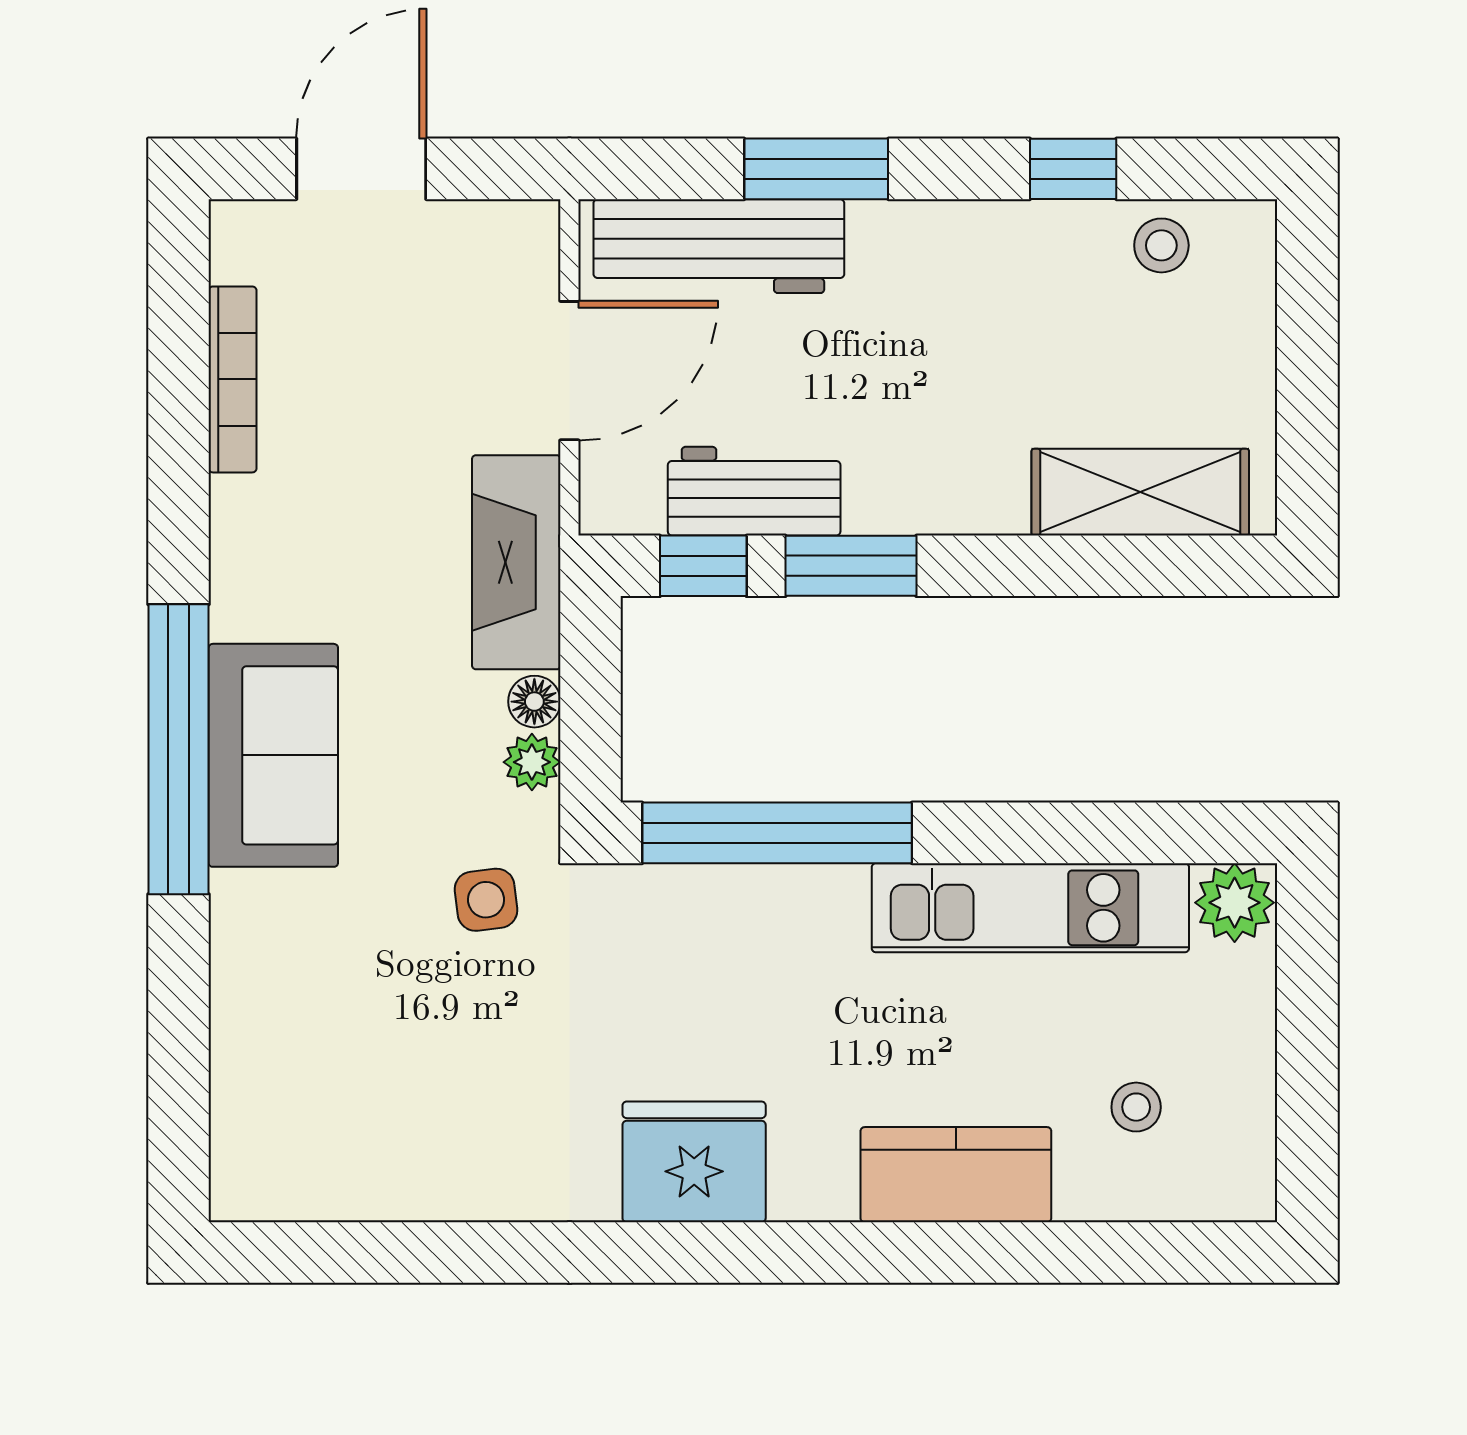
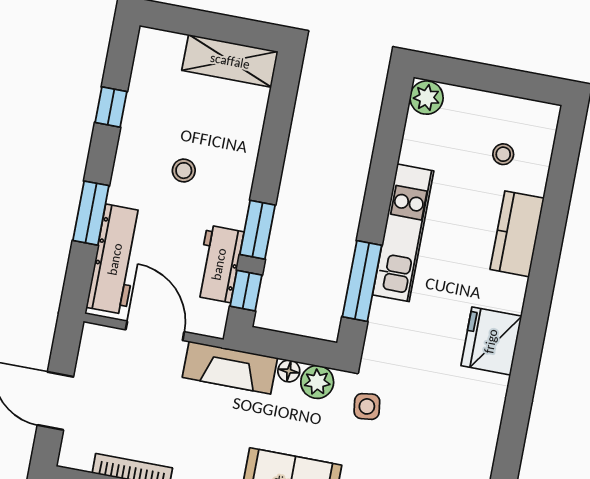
stool: (1161, 245) -> (184, 171), moved
shelving: (1140, 492) -> (230, 61), moved, turned 90
plant: (532, 762) -> (317, 382), width x1.38, depth x1.38
window: (777, 833) -> (362, 281), width x0.68
kitchen unit: (1030, 908) -> (403, 233), moved

